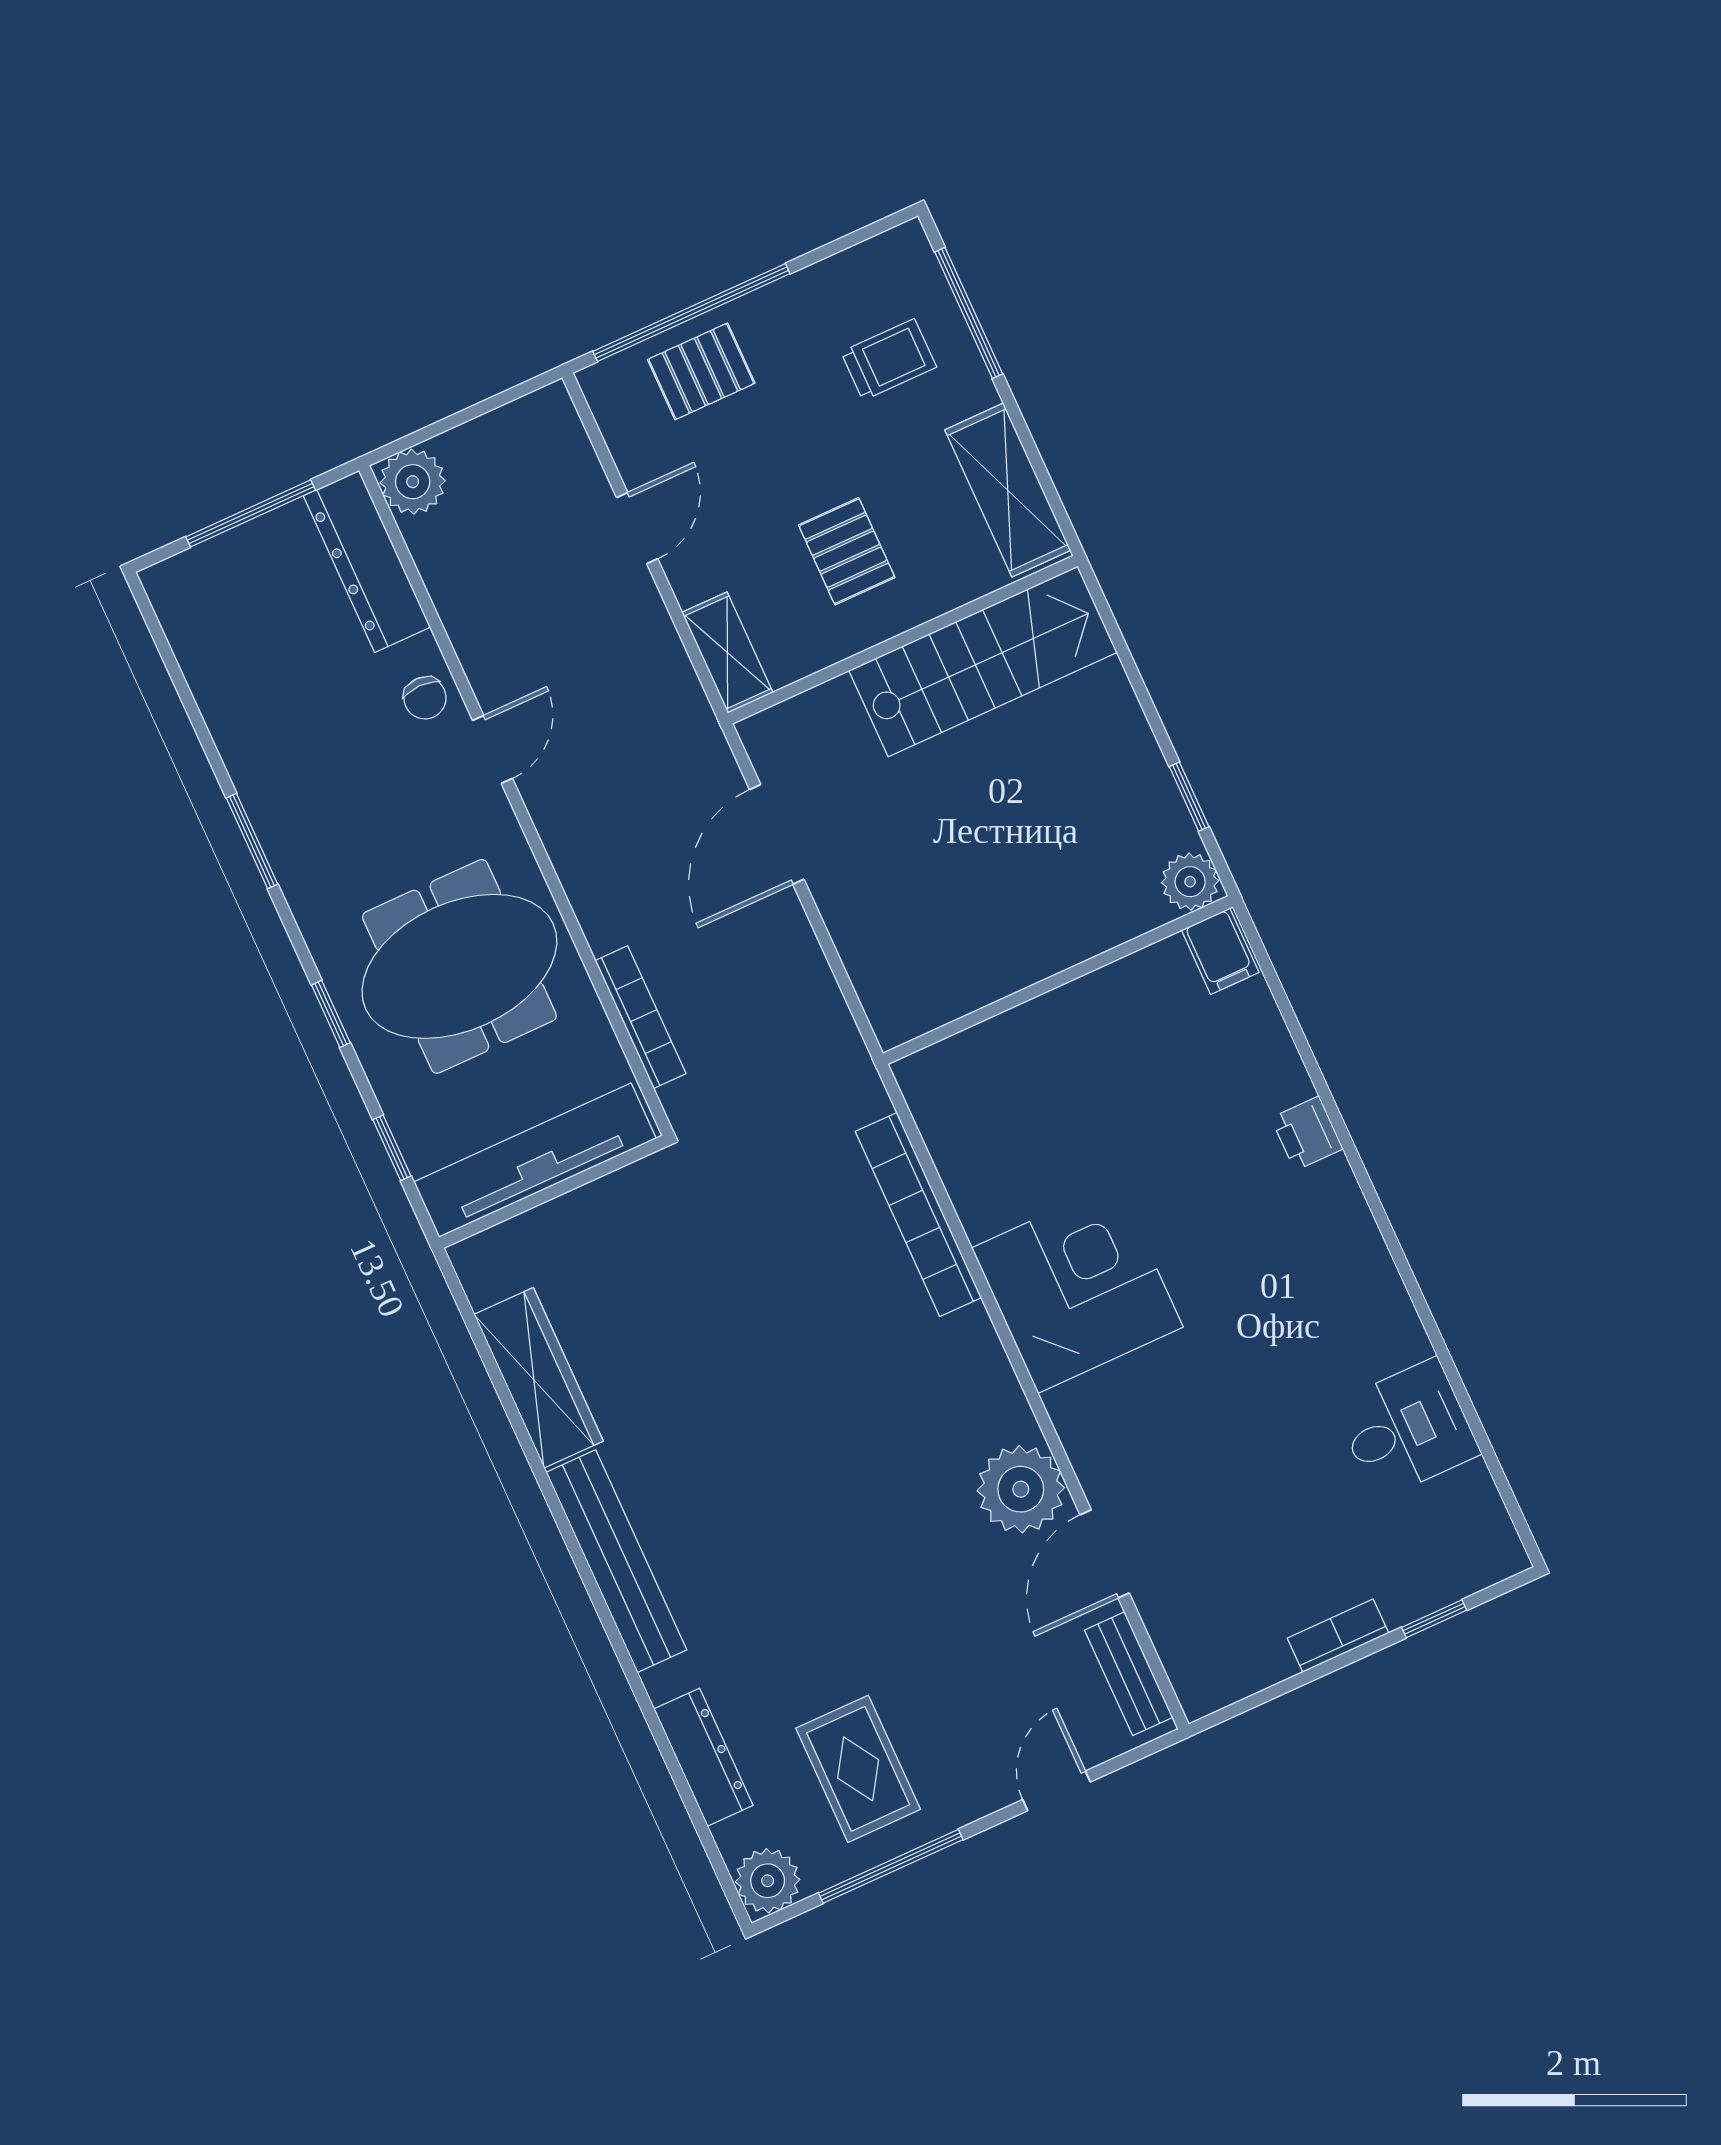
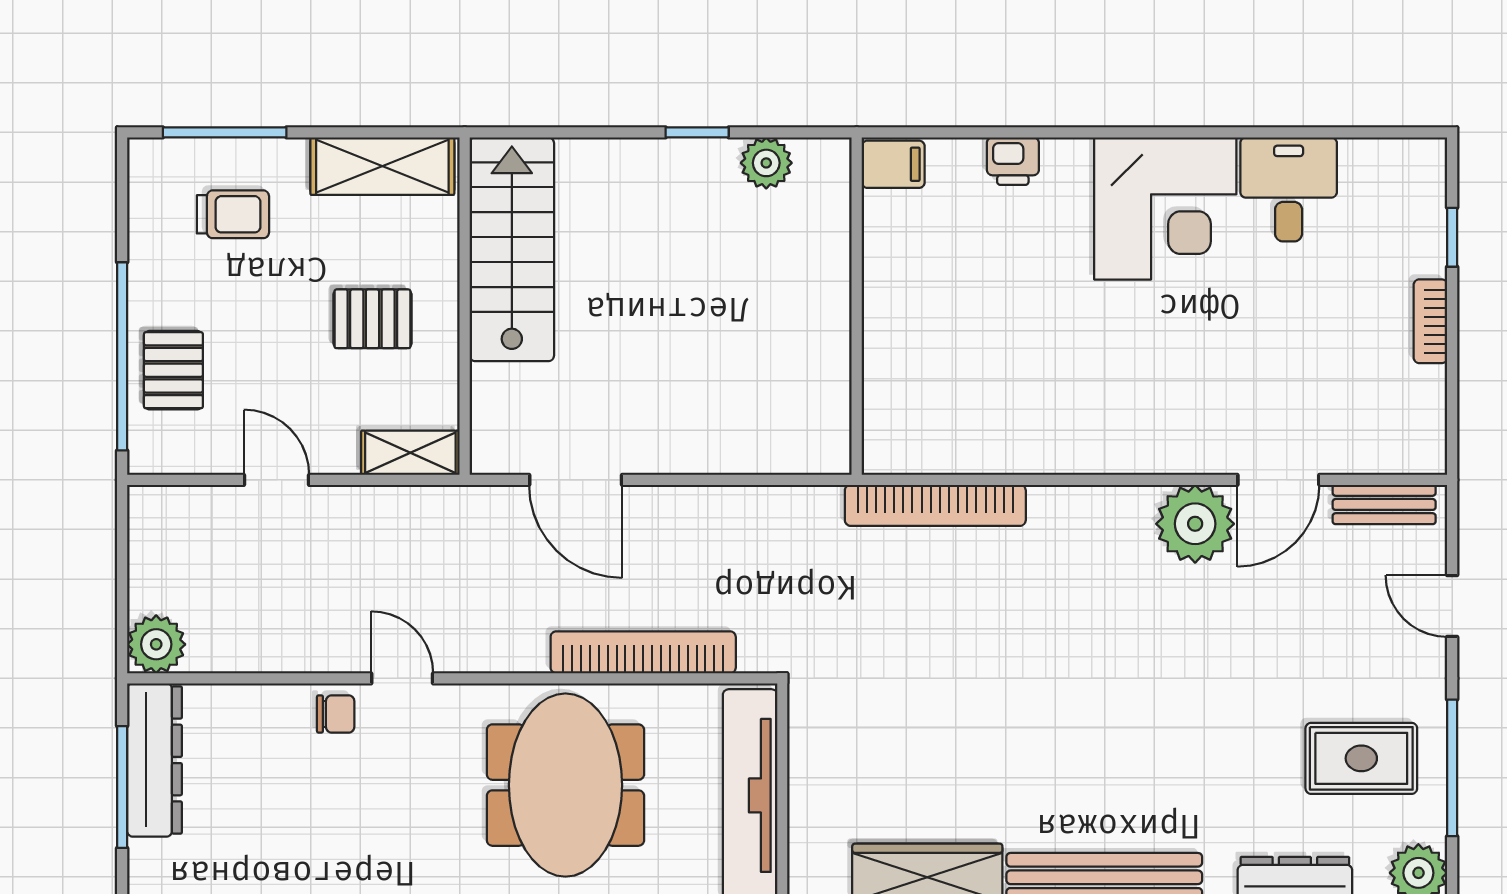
trolley: (889, 360) -> (233, 214), turned 90
dresser: (367, 561) -> (154, 760), moved, turned -90
filing cabinet: (1220, 951) -> (893, 164), moved
wall: (1058, 980) -> (857, 306), moved
bookcase: (640, 1017) -> (643, 652), width x1.48, depth x1.31
corner desk: (1077, 1288) -> (1165, 208), moved, turned 180
door: (1105, 1554) -> (1278, 480), hinge flipped

